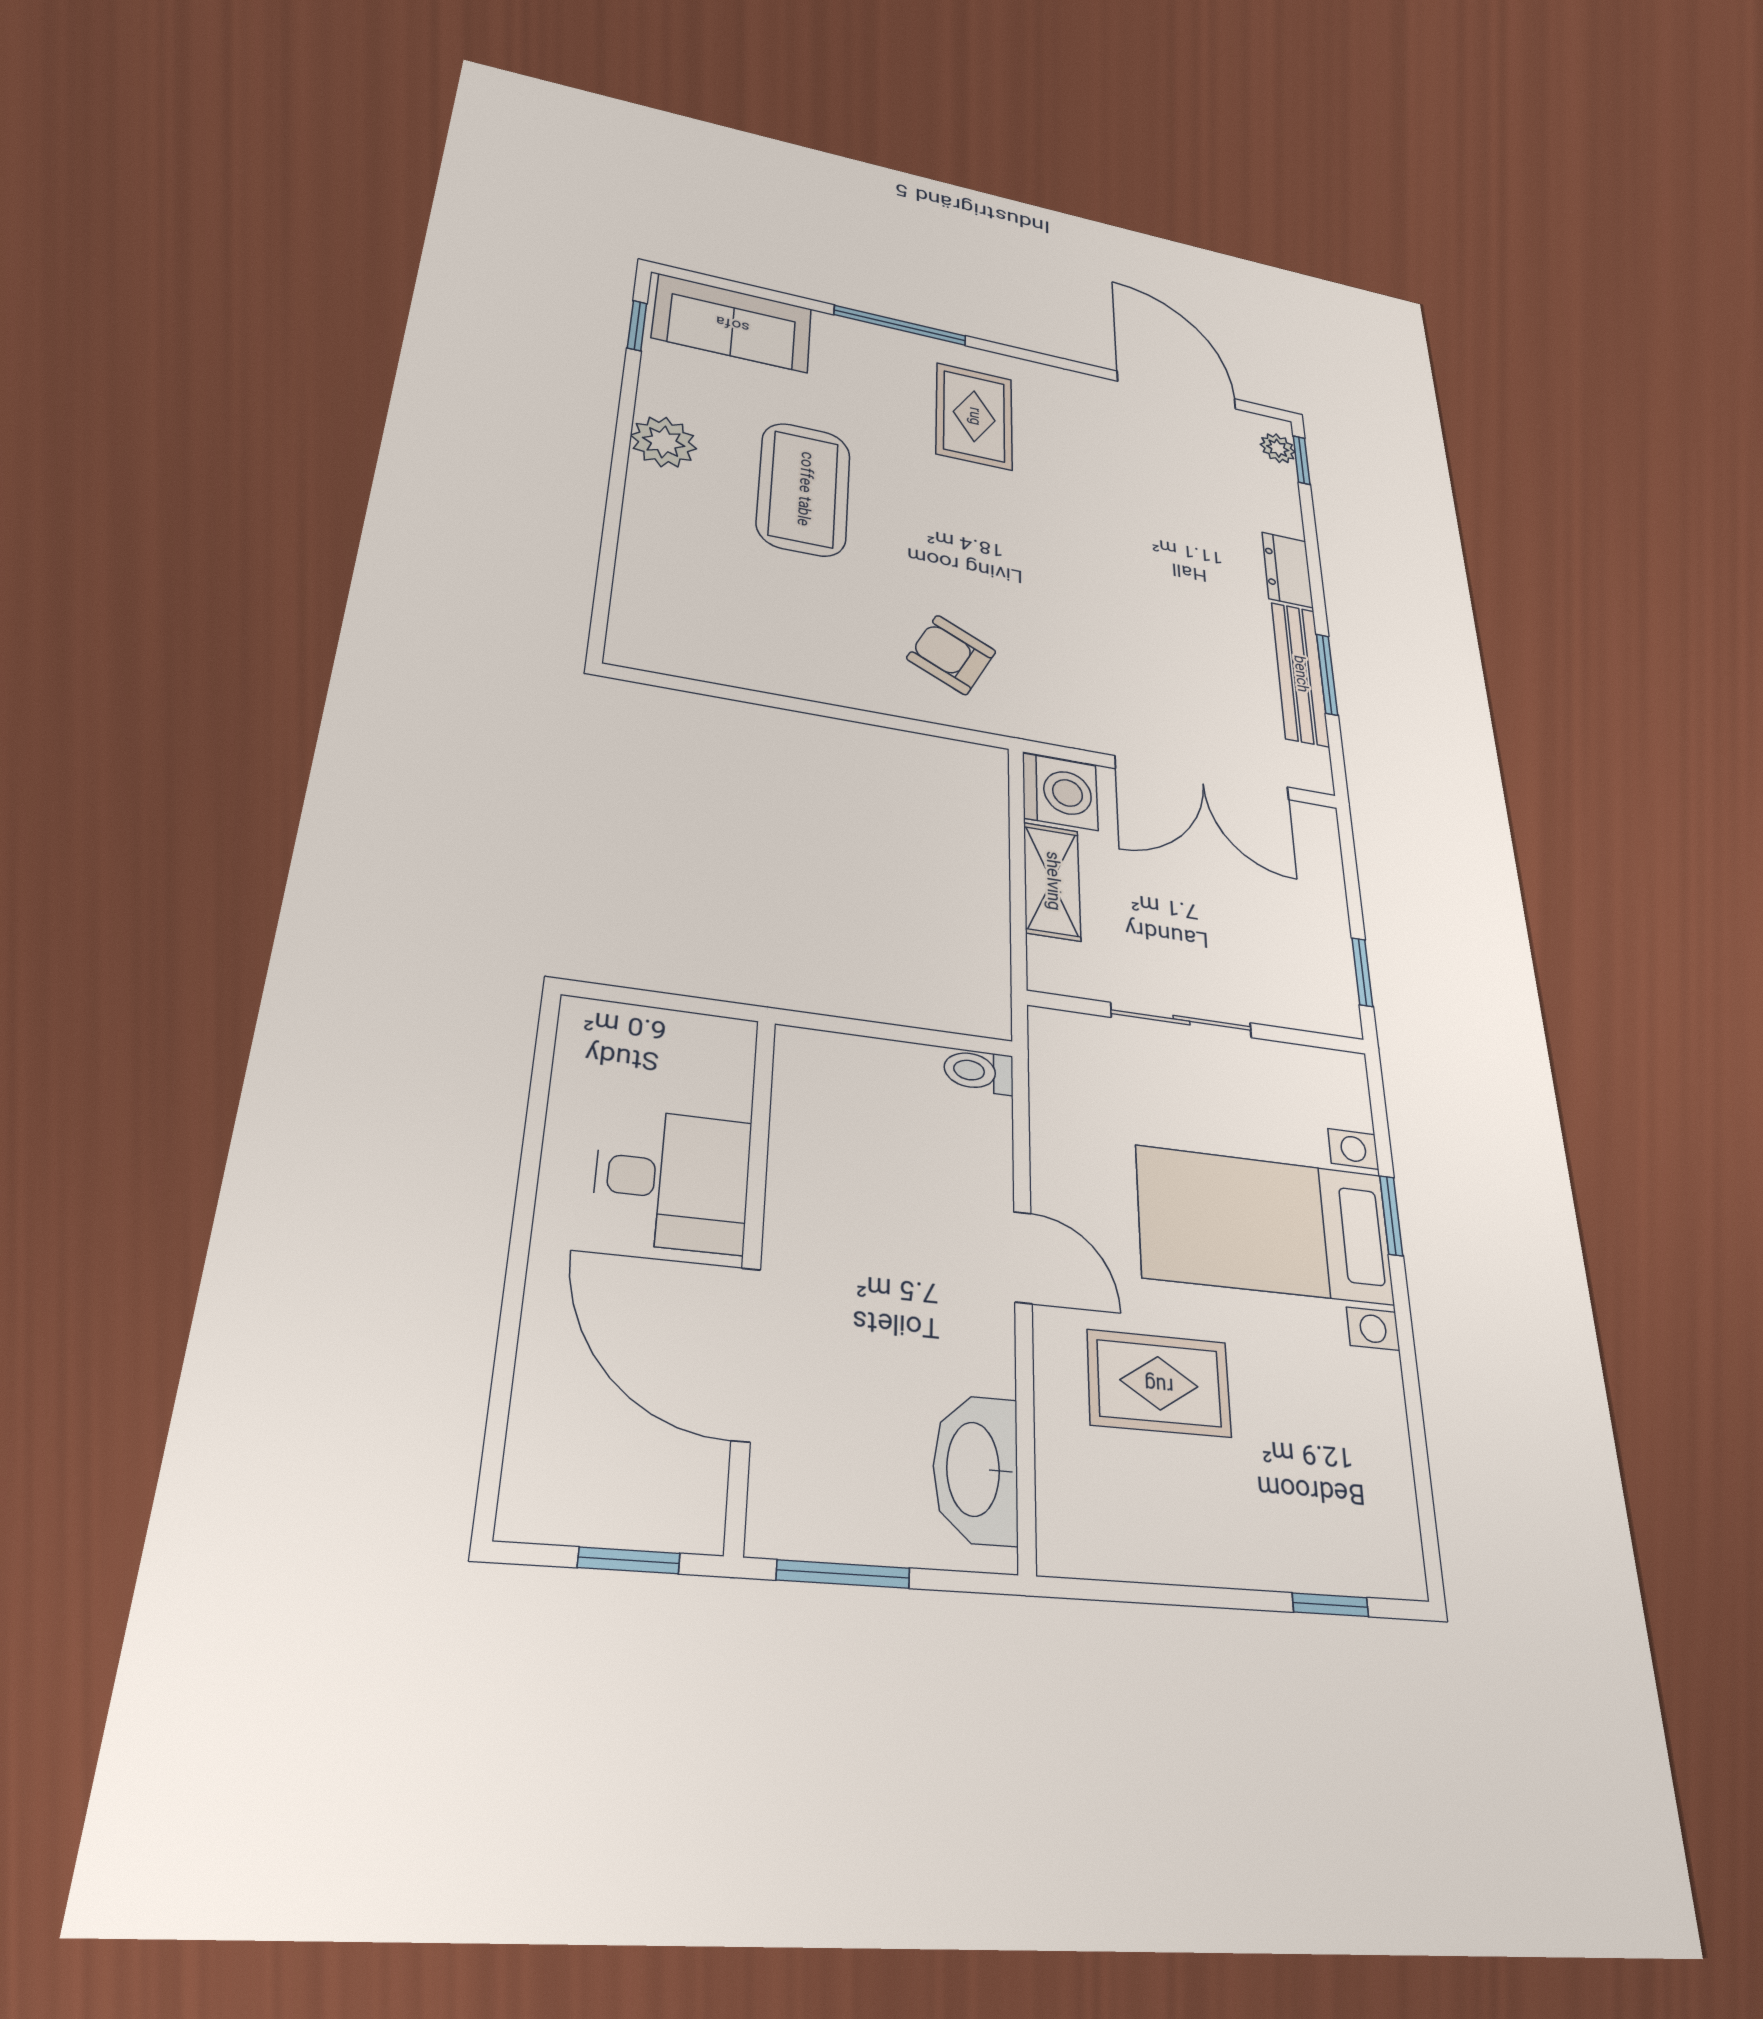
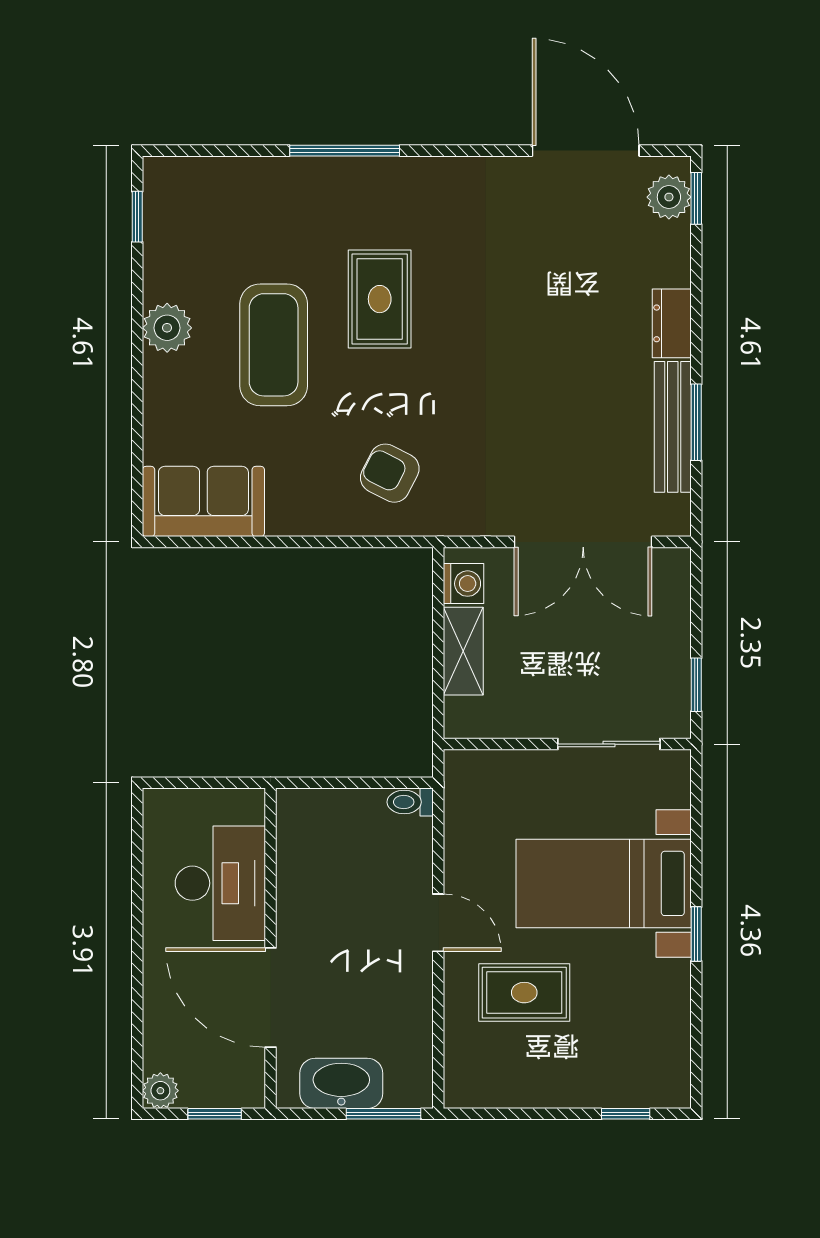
sofa: (733, 323) -> (203, 501), moved, turned 180
rug: (974, 416) -> (380, 299), moved
plant: (1278, 448) -> (669, 197), width x1.38, depth x1.38
washing machine: (1060, 792) -> (464, 584), width x0.73, depth x0.73
sliding door: (1181, 1020) -> (609, 744), moved
desk: (673, 1180) -> (220, 883), width x1.37
window: (1391, 1216) -> (696, 934), moved
washbasin: (976, 1469) -> (341, 1083), moved, turned 90
plant: (531, 1508) -> (160, 1091), added
window: (843, 1574) -> (383, 1114), moved

